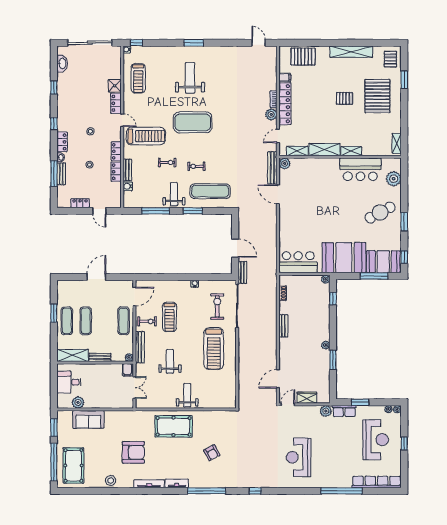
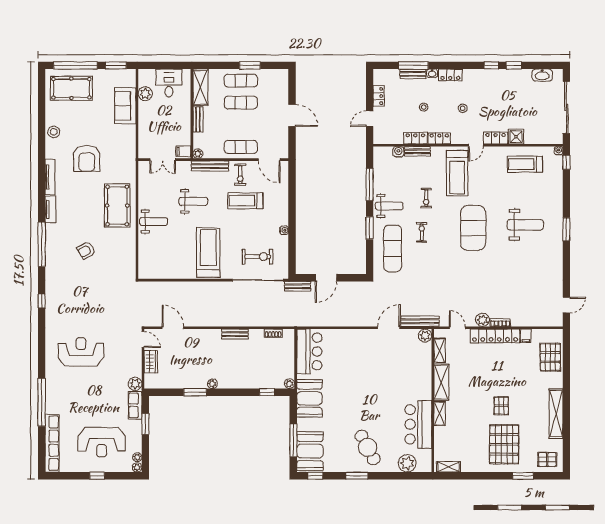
pallet: (377, 96) -> (504, 444), turned 90
window: (54, 124) -> (491, 65), moved
booth: (344, 258) -> (309, 398), width x0.73, depth x0.70
treadmill: (214, 349) -> (208, 253), turned 90

